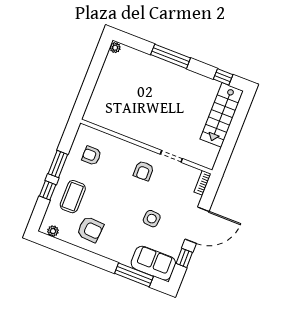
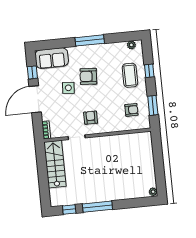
window: (171, 56) -> (97, 207), moved
stairs: (222, 115) -> (55, 164), moved
window: (58, 164) -> (153, 105), moved
armchair: (90, 229) -> (88, 76), moved
window: (134, 275) -> (90, 40), moved

